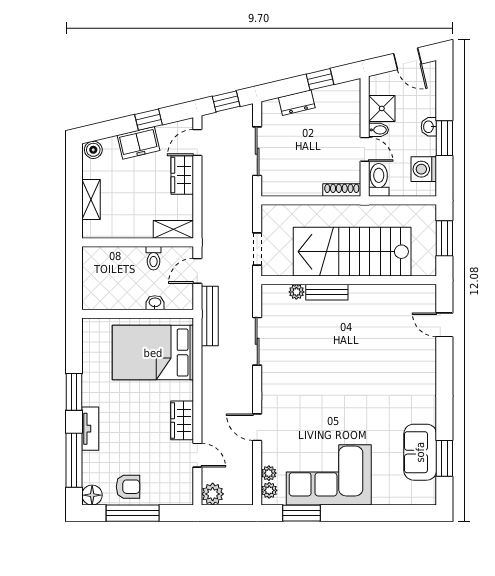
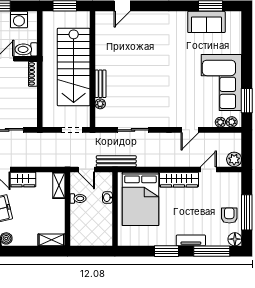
shelving: (91, 199) -> (51, 240), moved
wardrobe: (182, 420) -> (179, 180), width x1.50

